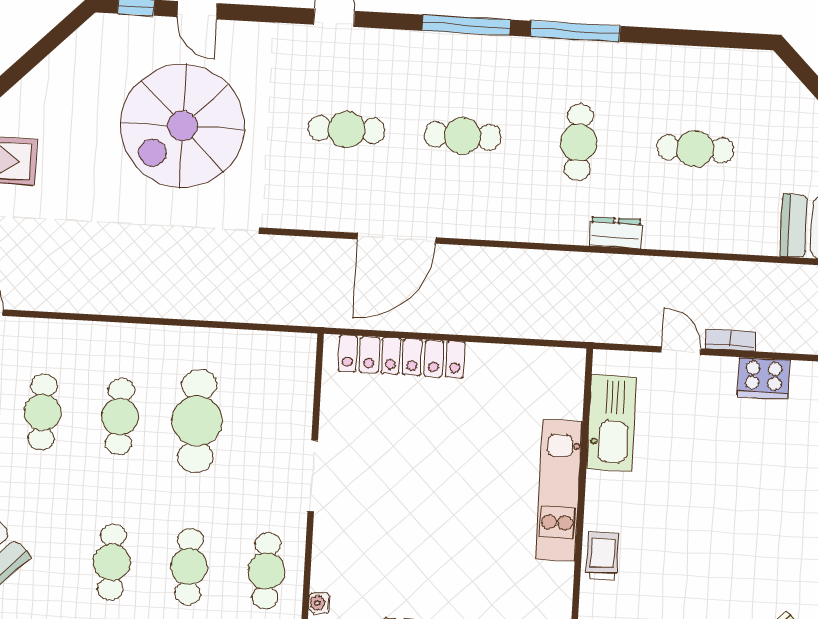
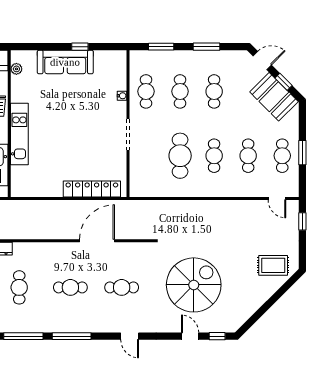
water cooler: (319, 603) -> (122, 96), moved

